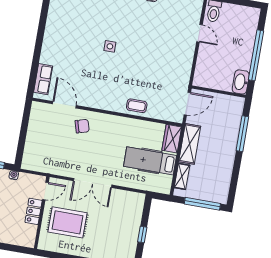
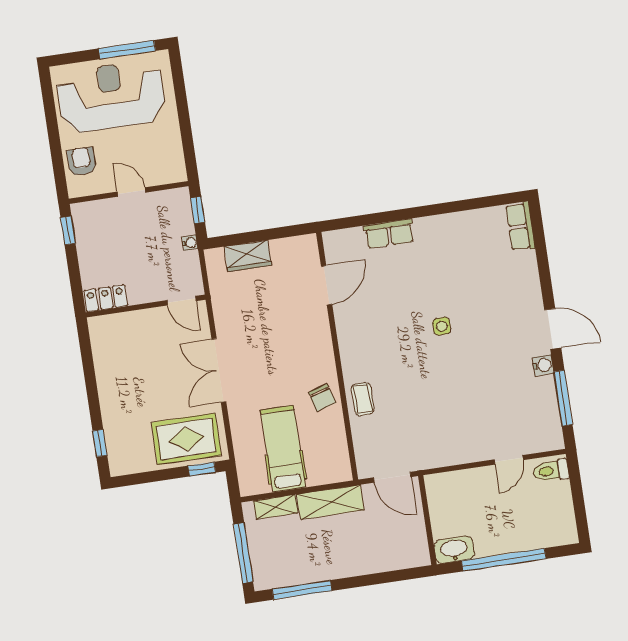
row of seats: (43, 79) -> (389, 234), moved
chair: (82, 126) -> (322, 398), moved
window: (242, 134) -> (302, 590), moved
wardrobe: (172, 139) -> (248, 256), moved, turned 180
locker: (34, 211) -> (106, 298), moved
rug: (67, 222) -> (186, 439), moved, turned 90
window: (142, 235) -> (202, 469), moved

